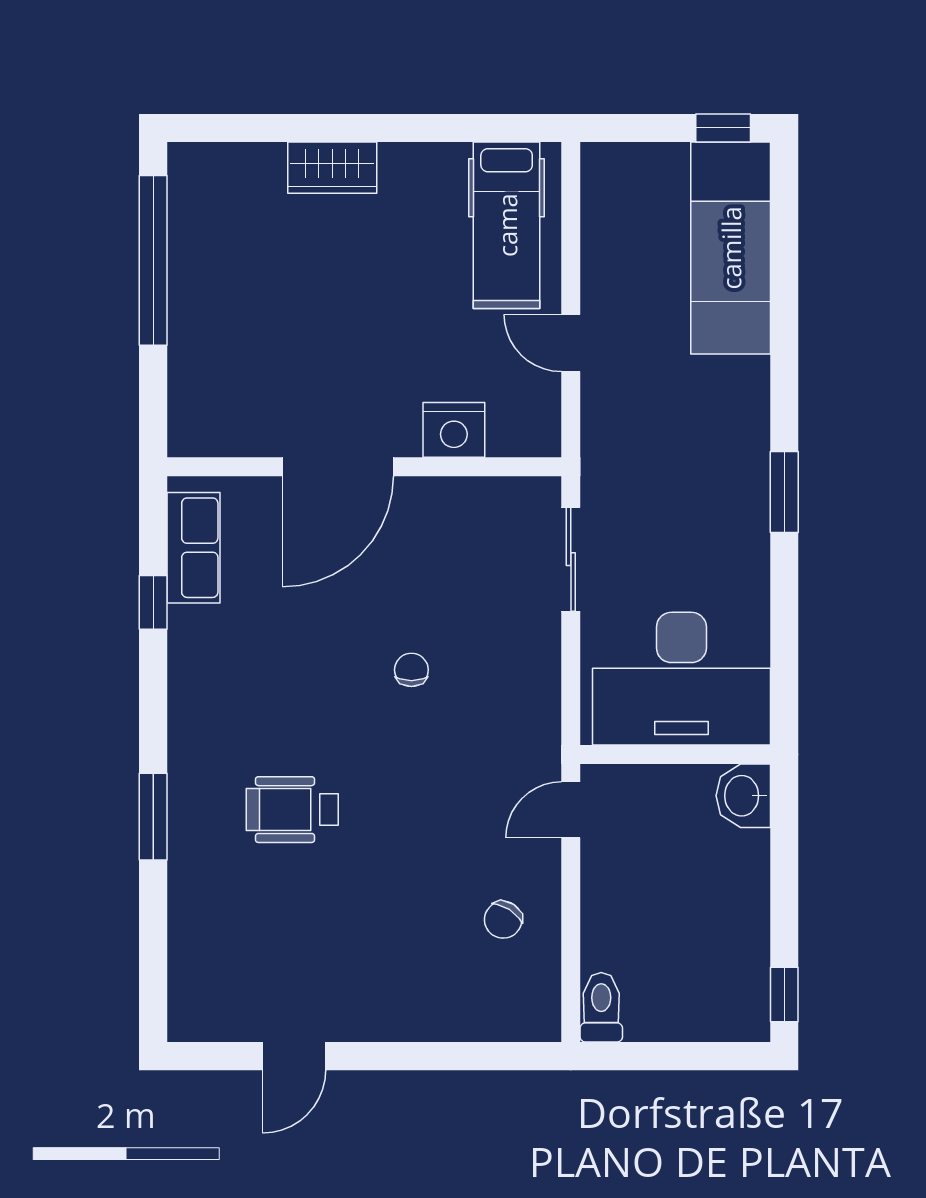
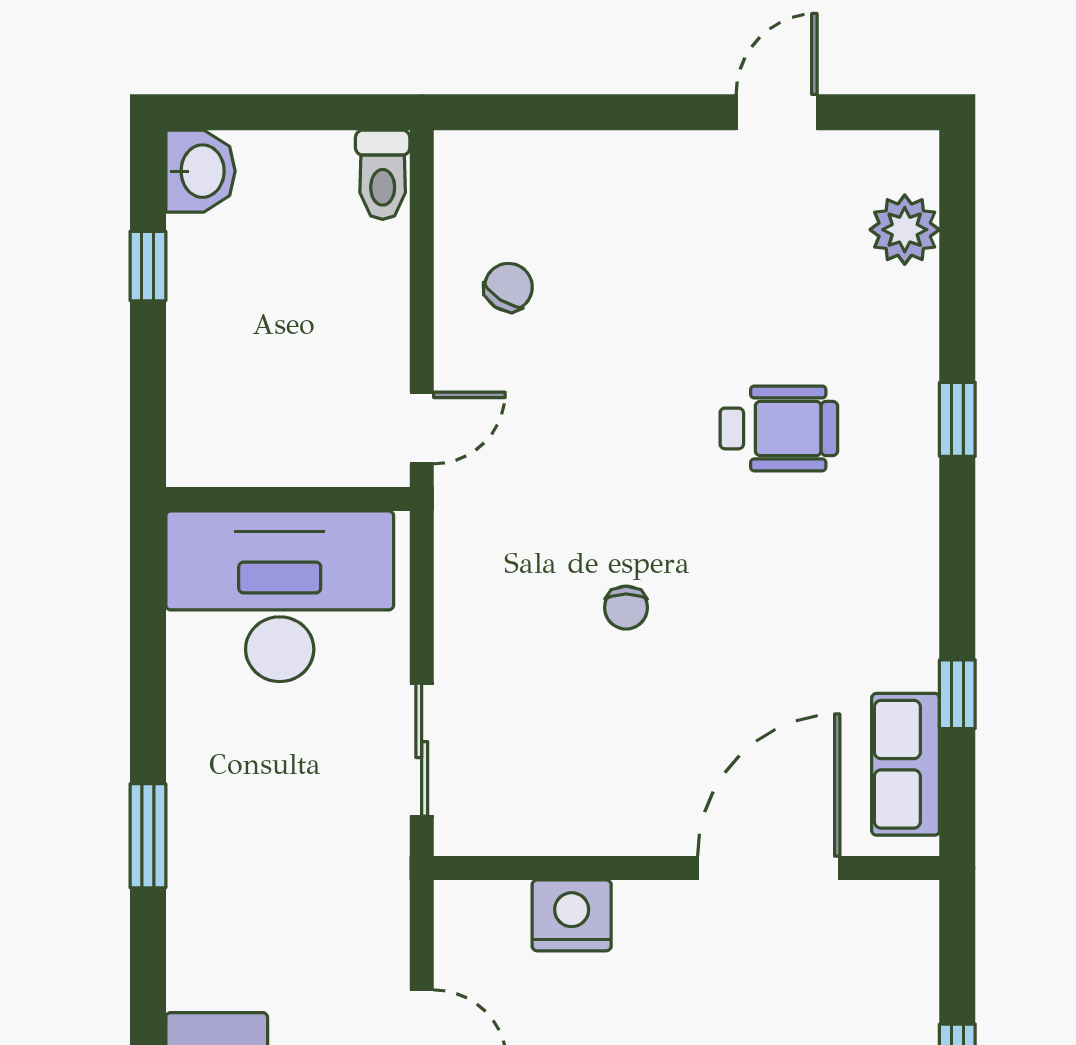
door: (338, 467) -> (769, 868), moved
washbasin: (743, 796) -> (200, 171), moved
window: (153, 817) -> (957, 419), width x0.67
plant: (194, 965) -> (905, 230), added
window: (784, 994) -> (148, 266), moved

